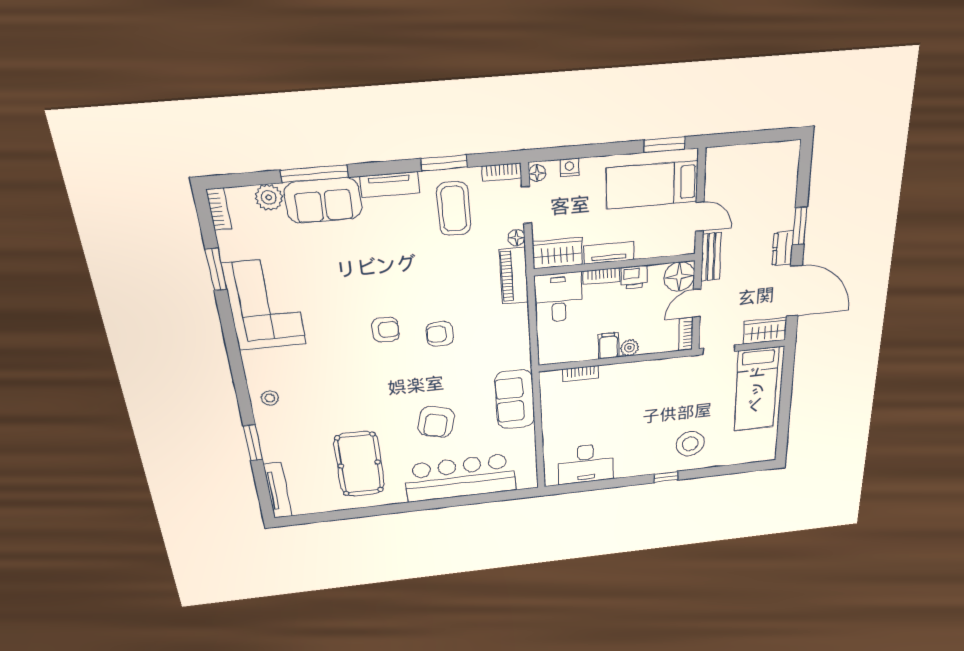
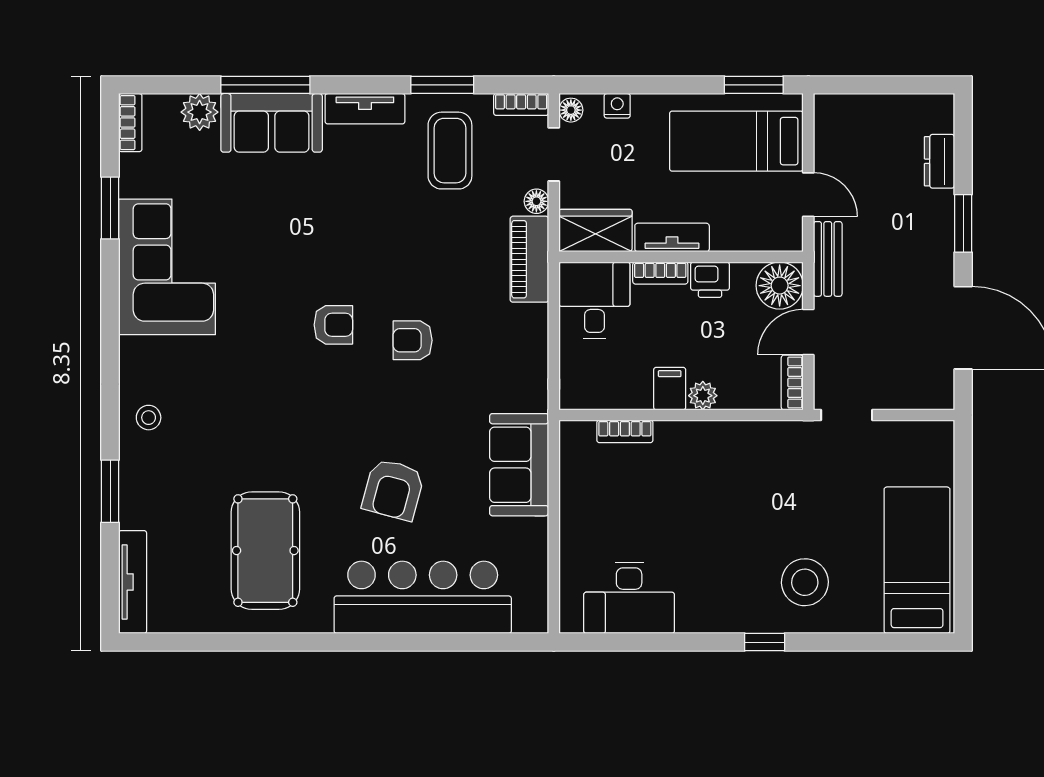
dresser: (783, 248) -> (939, 161), moved
wardrobe: (765, 331) -> (920, 390), removed
bed: (756, 389) -> (917, 560), moved, turned 180

